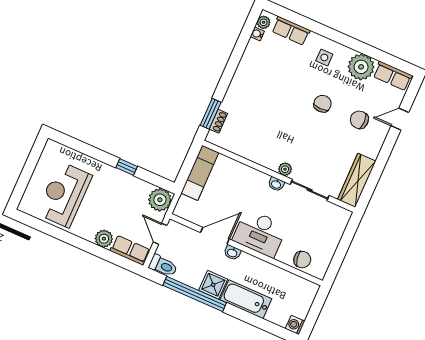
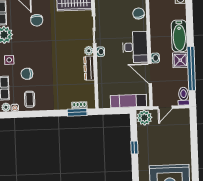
coffee table: (259, 59) -> (30, 99), added
chair: (322, 104) -> (27, 74), moved
dresser: (262, 158) -> (89, 68), added
exam couch: (200, 173) -> (128, 101), moved
plant: (104, 239) -> (185, 140), removed
row of seats: (130, 250) -> (184, 121), removed

